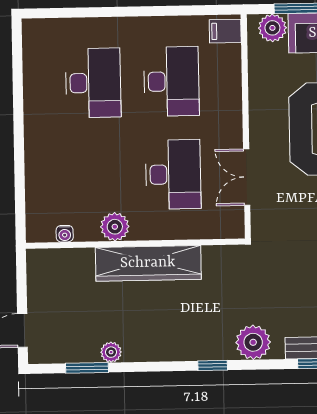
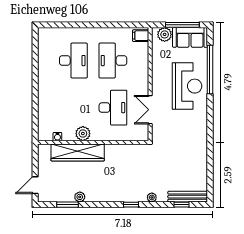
desk: (171, 81) -> (113, 61), turned 180
wardrobe: (148, 263) -> (78, 152), moved
plant: (253, 342) -> (152, 197), width x0.53, depth x0.53

